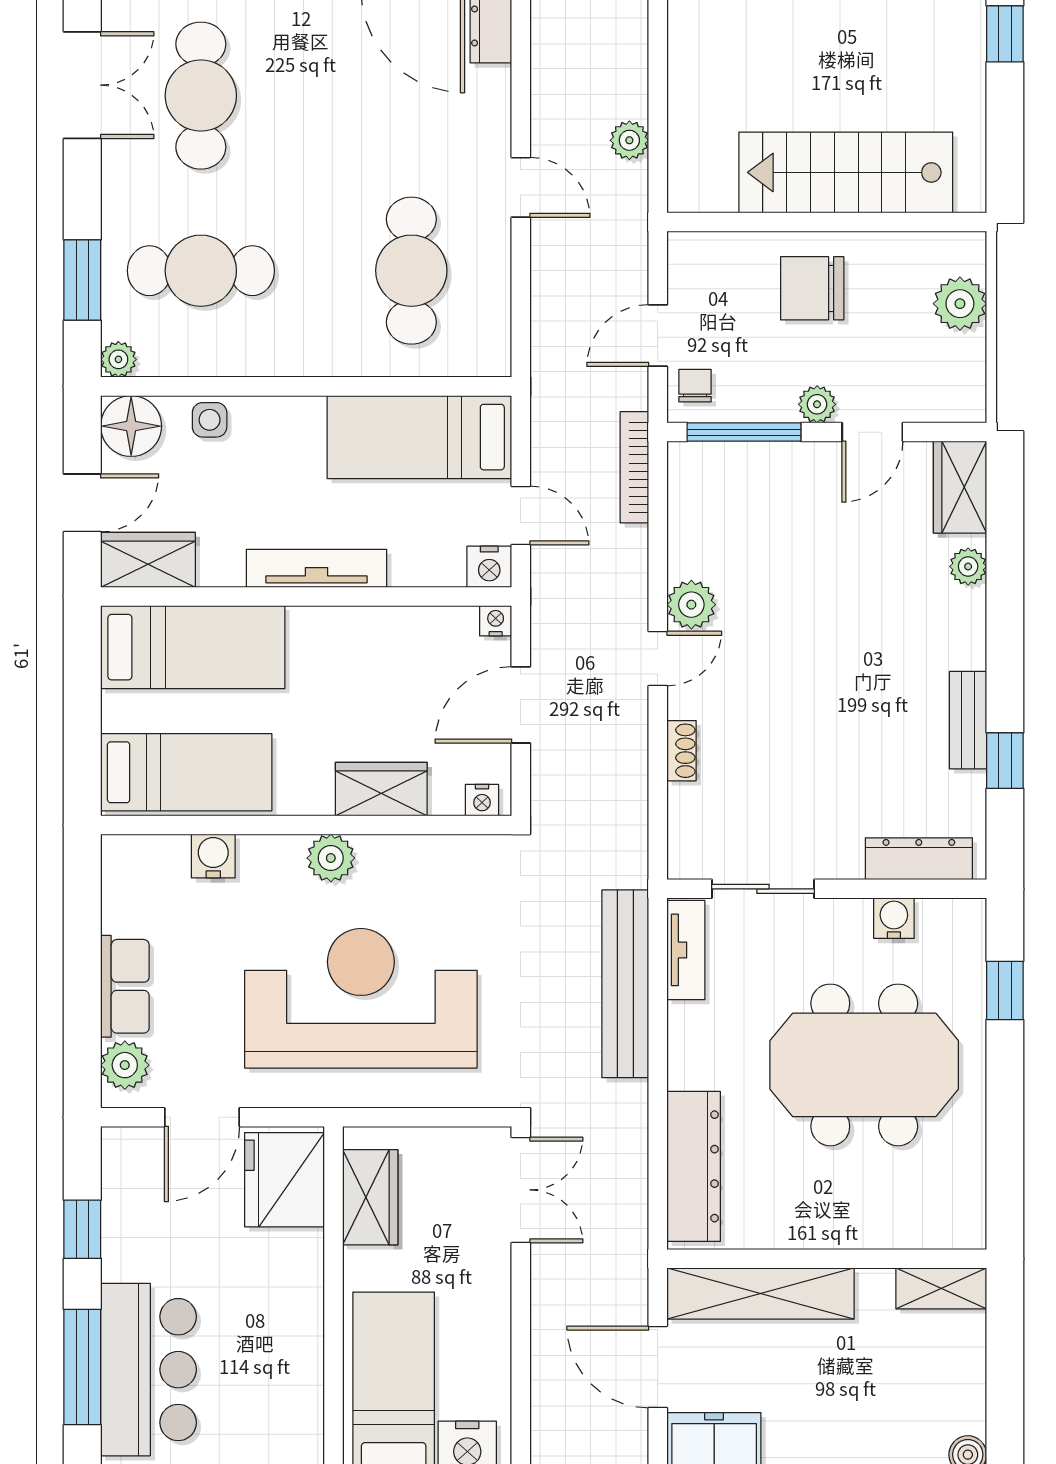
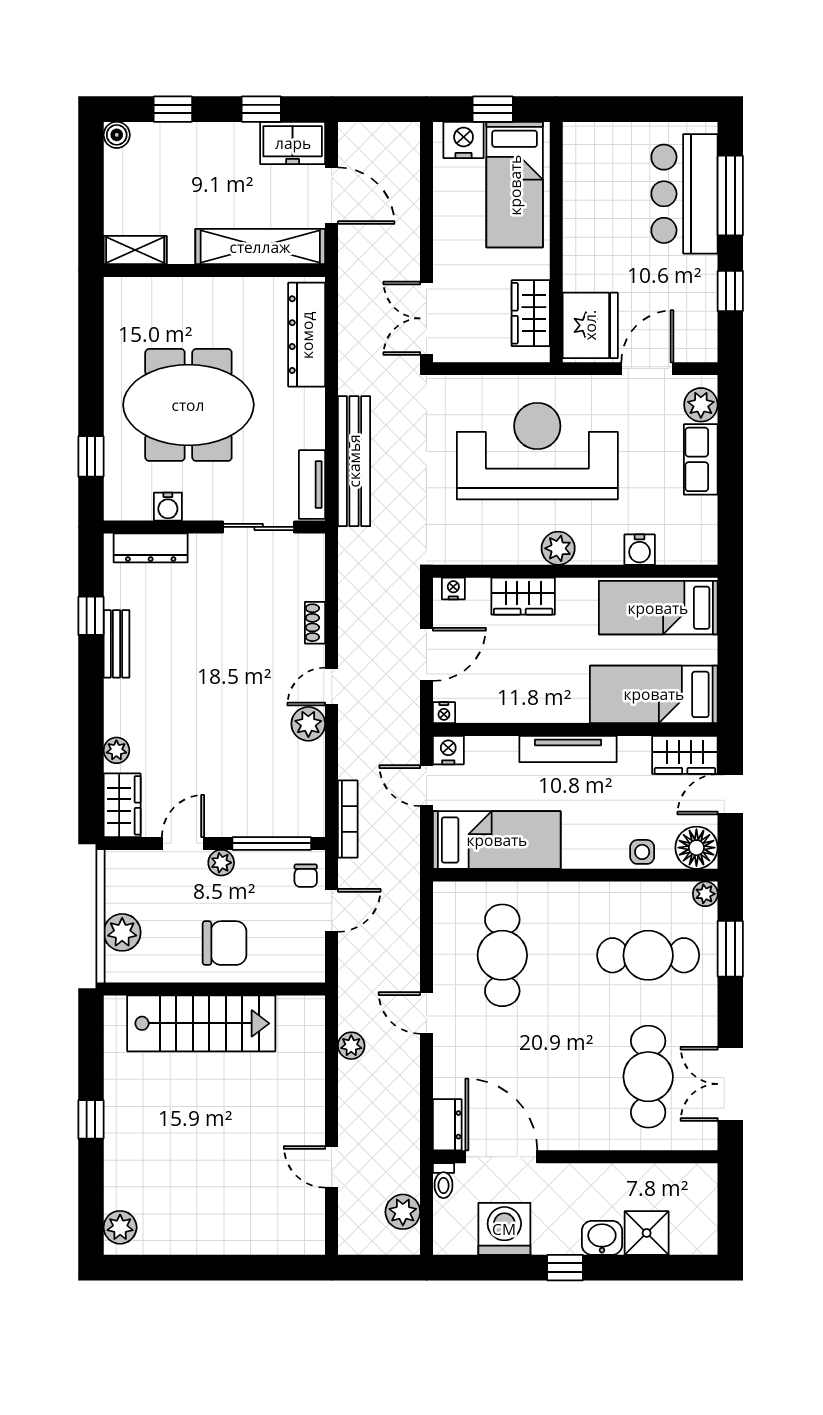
reception desk: (361, 998) -> (537, 451), turned 180

